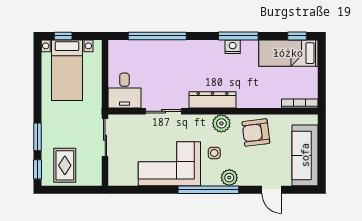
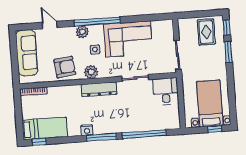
window: (238, 36) -> (101, 137), moved

